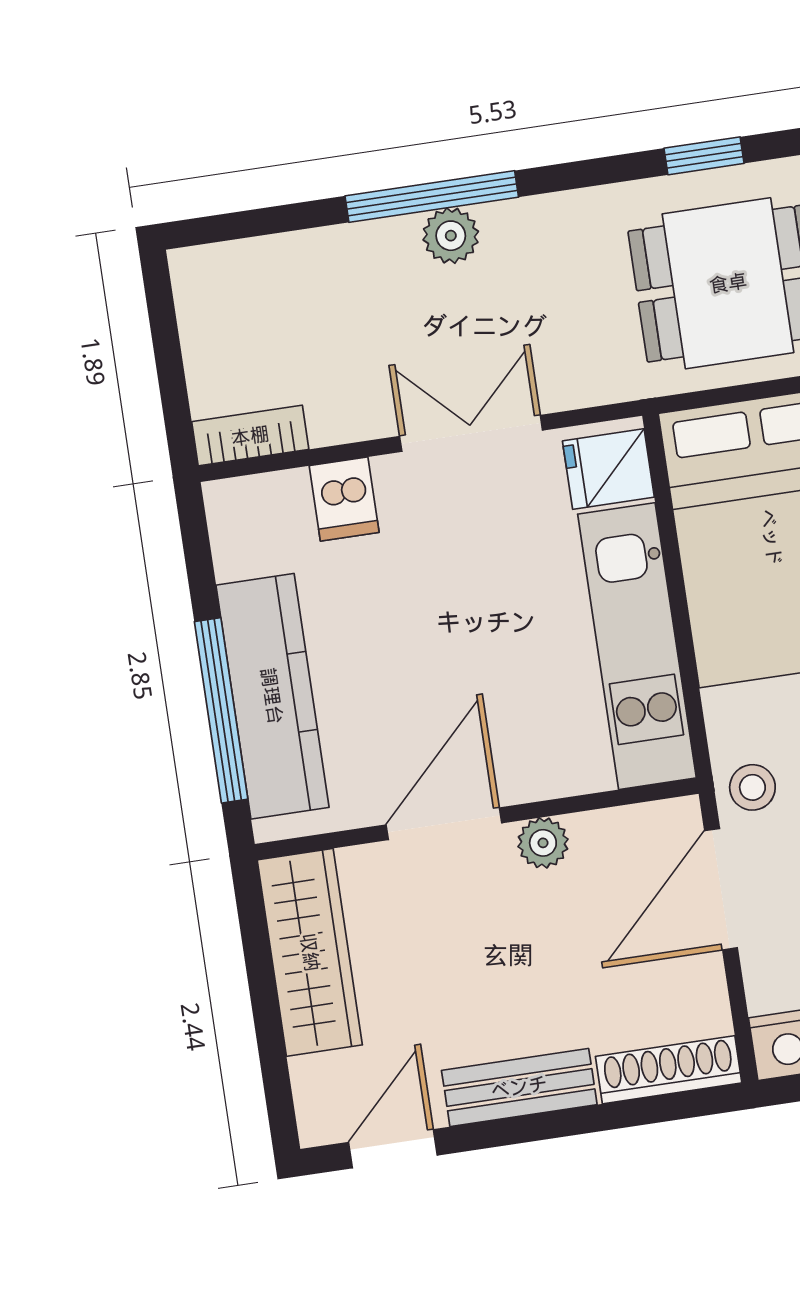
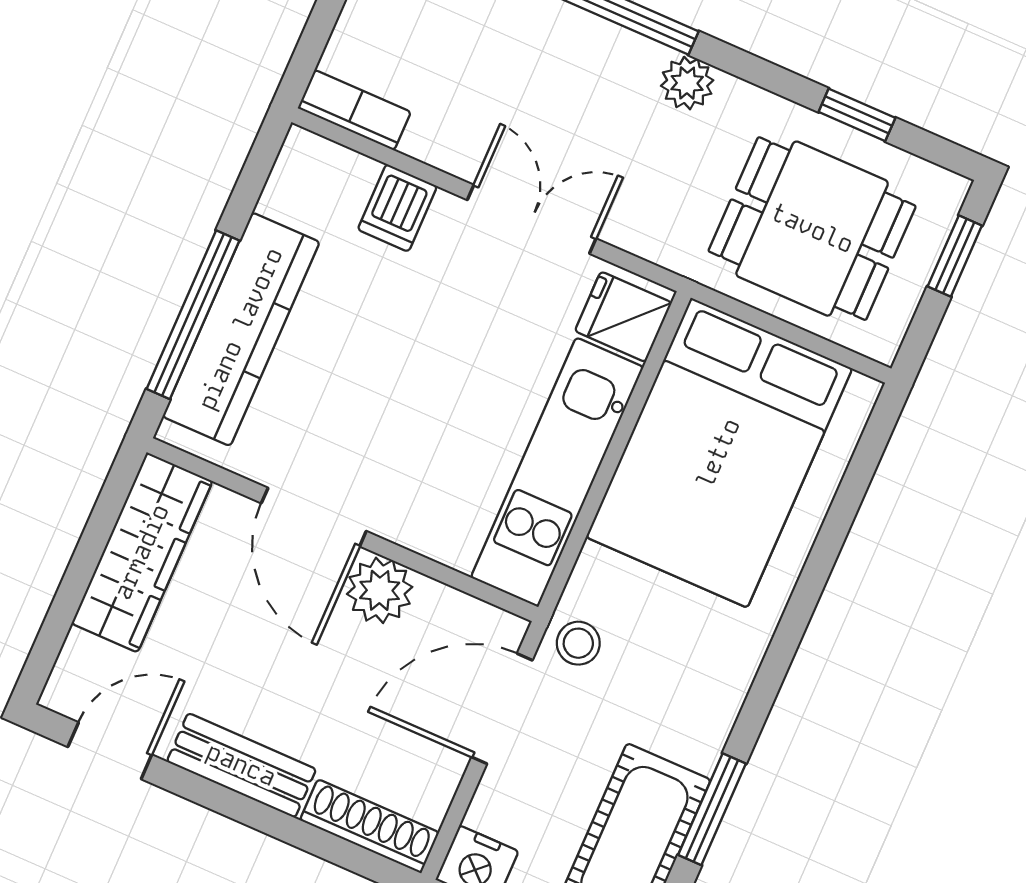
plant: (451, 236) -> (687, 83), moved
door: (444, 824) -> (314, 517), swing flipped
plant: (543, 843) -> (380, 590), width x1.38, depth x1.38

